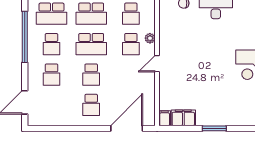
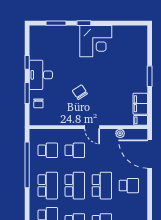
plant: (150, 38) -> (120, 133), moved
chair: (196, 50) -> (80, 92), added
school desk: (91, 75) -> (102, 186), width x1.85

